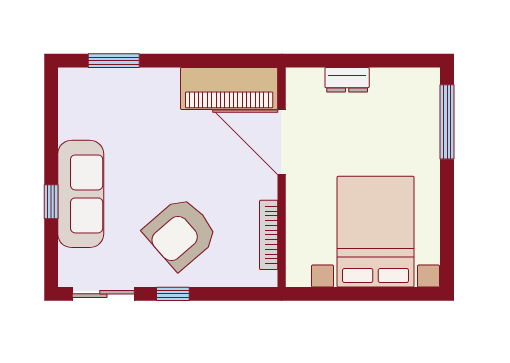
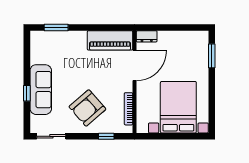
dresser: (347, 80) -> (147, 36), moved
window: (447, 122) -> (212, 56), width x0.69
door: (282, 142) -> (135, 65), swing flipped
window: (173, 294) -> (106, 136), moved

